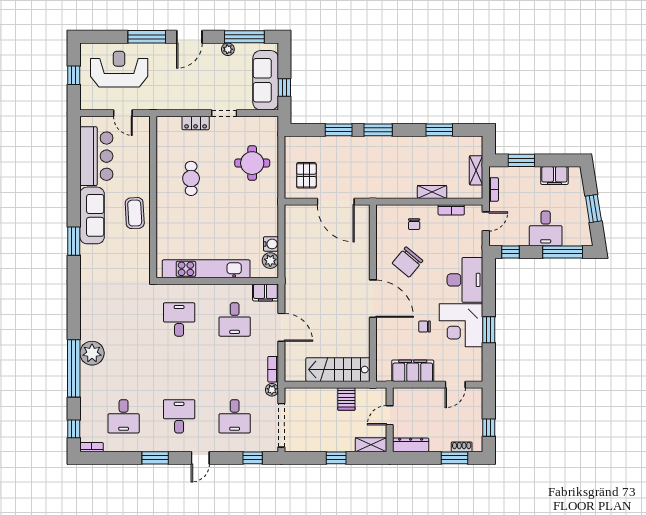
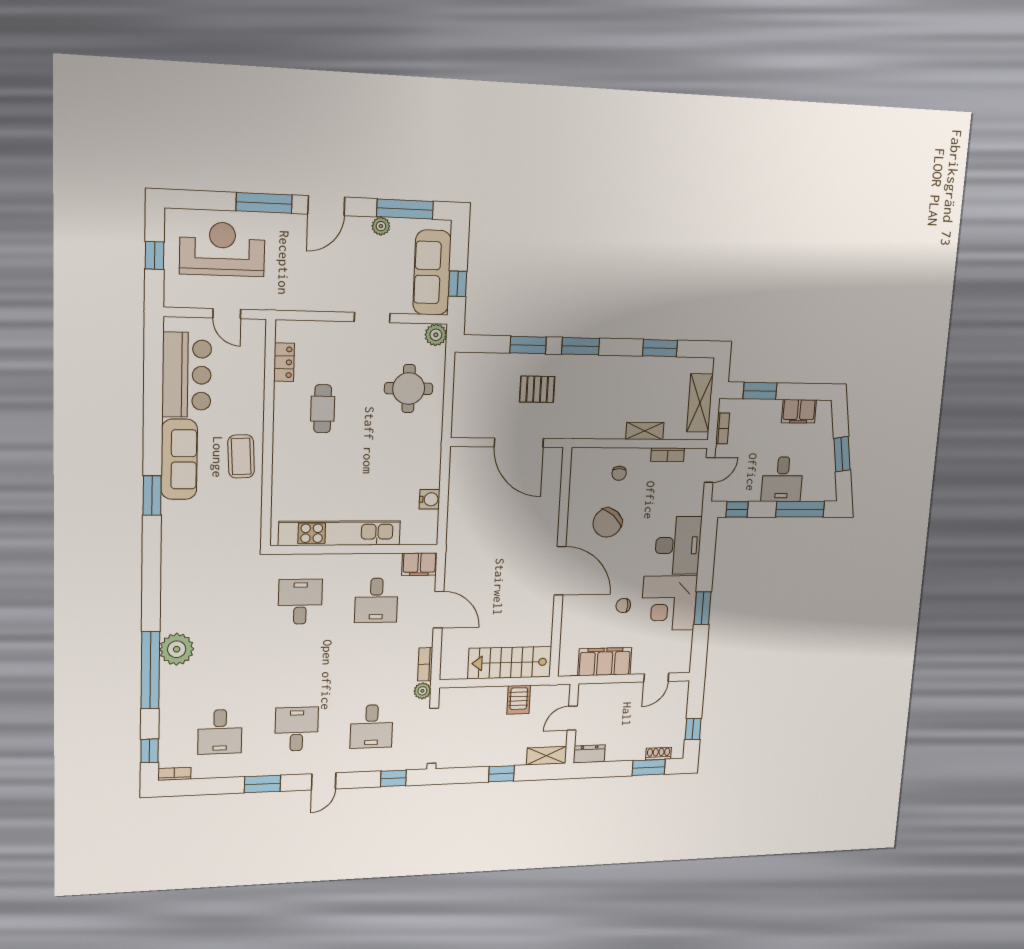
locker: (196, 123) -> (284, 362), moved, turned -90
shelving: (476, 170) -> (700, 403), width x1.50, depth x1.33
pallet: (306, 175) -> (537, 389), moved, turned 90
plant: (270, 261) -> (436, 335), moved
dresser: (411, 445) -> (589, 754), width x0.70

